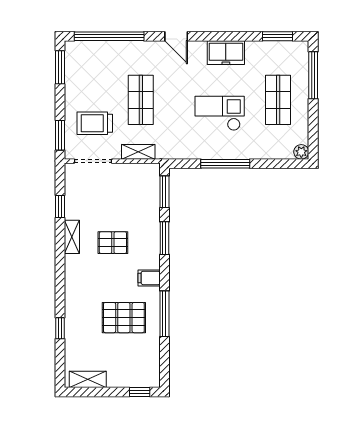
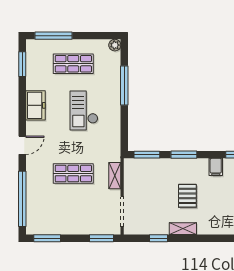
trolley: (95, 123) -> (92, 210), removed
window: (225, 164) -> (124, 86), moved

